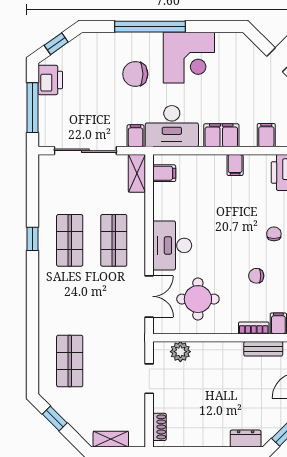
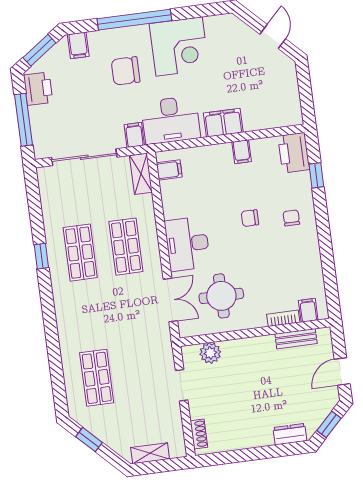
window: (56, 44) -> (39, 50), width x1.50
filing cabinet: (266, 135) -> (78, 45), moved, turned 180
chair: (256, 276) -> (250, 218), moved

